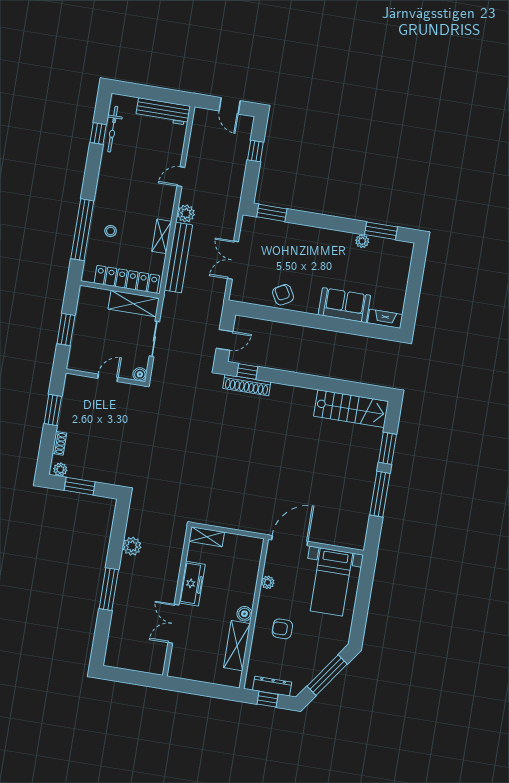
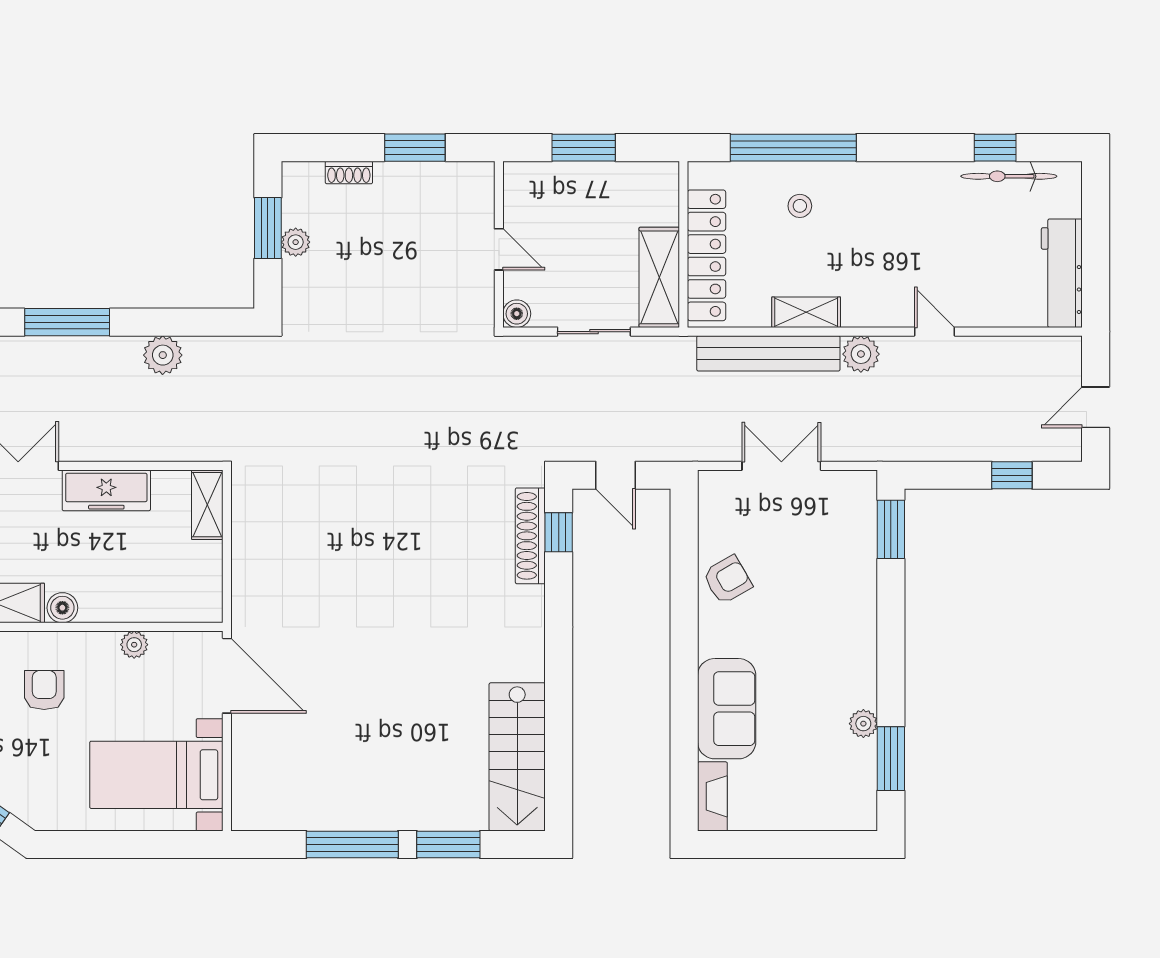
plant: (60, 469) -> (296, 242), moved

